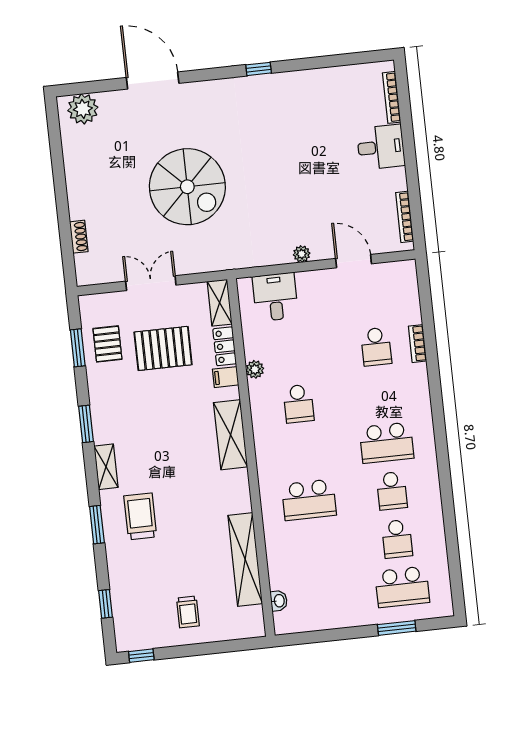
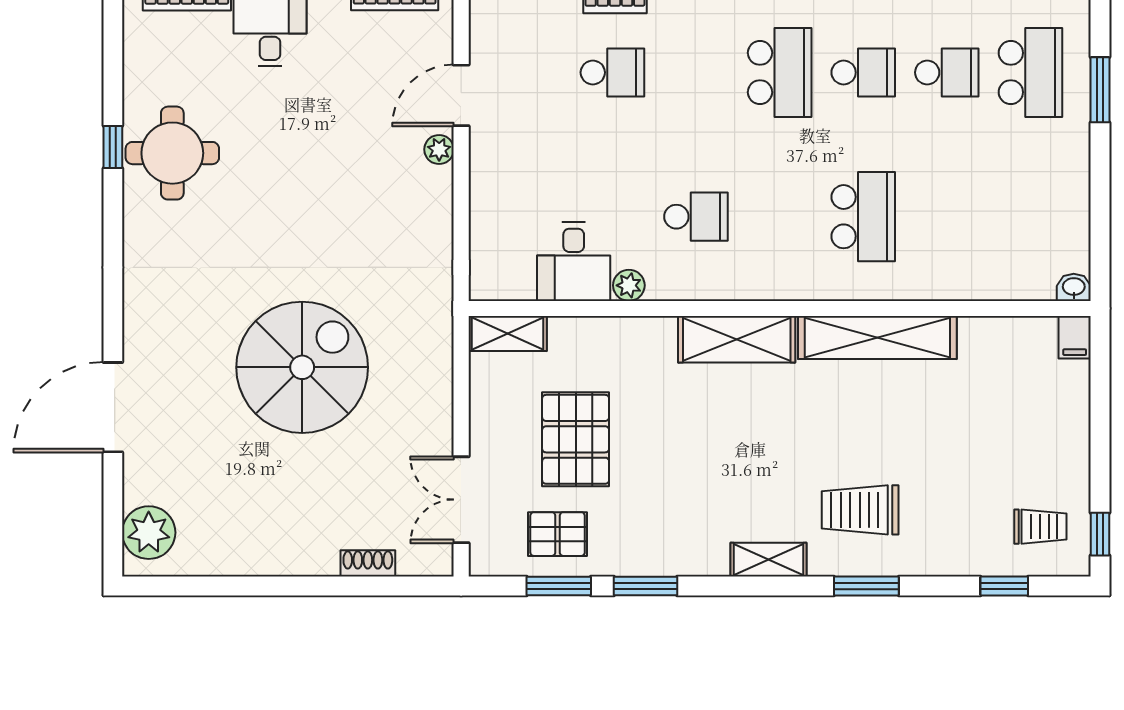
window: (259, 69) -> (113, 147), moved
round table: (302, 99) -> (172, 153), added
plant: (302, 254) -> (439, 149), moved
double door: (151, 283) -> (461, 500), moved
desk: (275, 297) -> (574, 262), moved, turned -90
locker: (225, 346) -> (584, 333), removed
filing cabinet: (226, 377) -> (1075, 337), moved
window: (86, 424) -> (646, 586), moved
shelving: (245, 560) -> (877, 338), moved
washbasin: (279, 601) -> (1074, 287), moved
trolley: (188, 612) -> (1040, 527), moved

